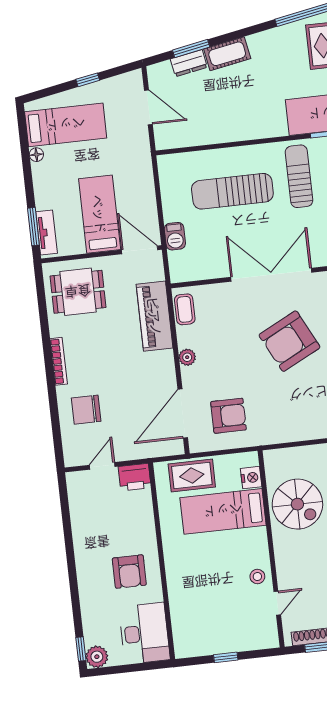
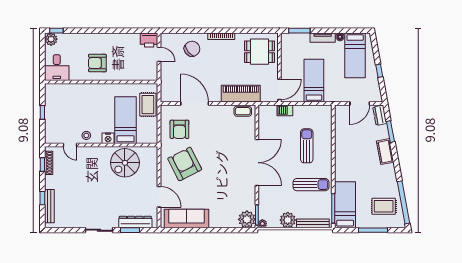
dresser: (189, 63) -> (380, 115), moved
sun lounger: (232, 191) -> (307, 146), width x0.73, depth x0.75
bed: (100, 214) -> (314, 81), moved, turned -90
tv unit: (47, 232) -> (323, 38), moved
dining table: (78, 292) -> (259, 52), turned 90
armchair: (290, 341) -> (185, 164), moved
plant: (187, 357) -> (215, 110), removed
chair: (86, 410) -> (192, 49), turned 51
door: (183, 413) -> (195, 103), moved
printer: (135, 477) -> (149, 40), moved, turned -90
nightstand: (251, 478) -> (108, 138), moved
desk: (144, 633) -> (57, 68), width x0.73

